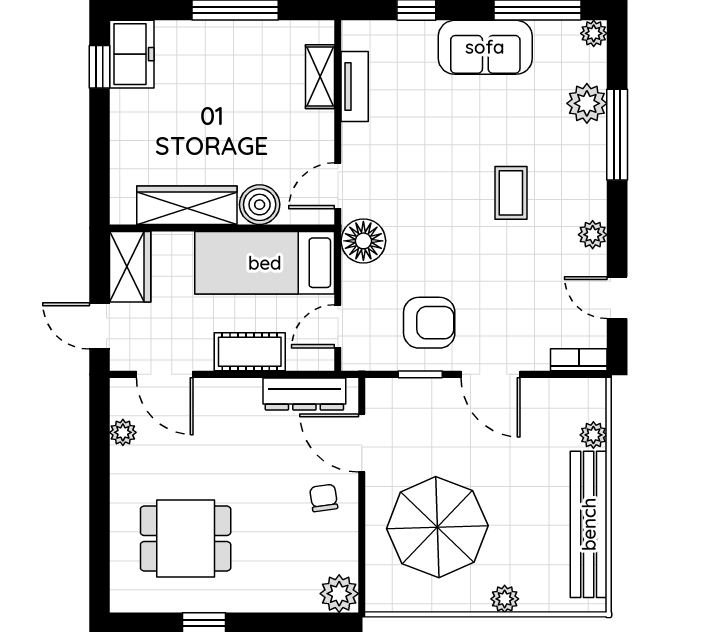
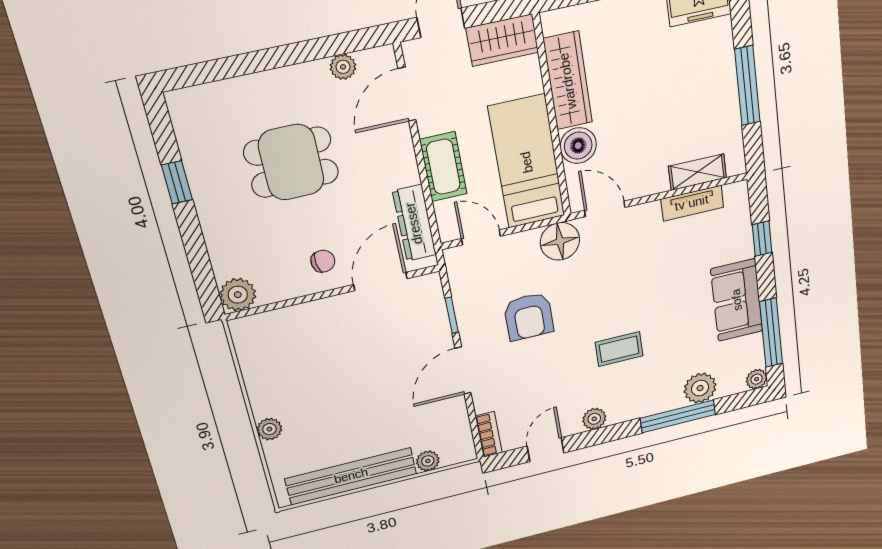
armchair: (429, 323) -> (529, 316), moved
parasol: (437, 527) -> (320, 361), removed
dining table: (186, 539) -> (291, 162), moved, turned 90

